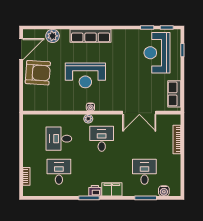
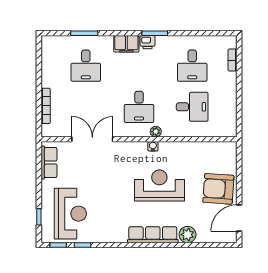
plant: (53, 36) -> (188, 235), moved
water cooler: (164, 191) -> (62, 42), removed

